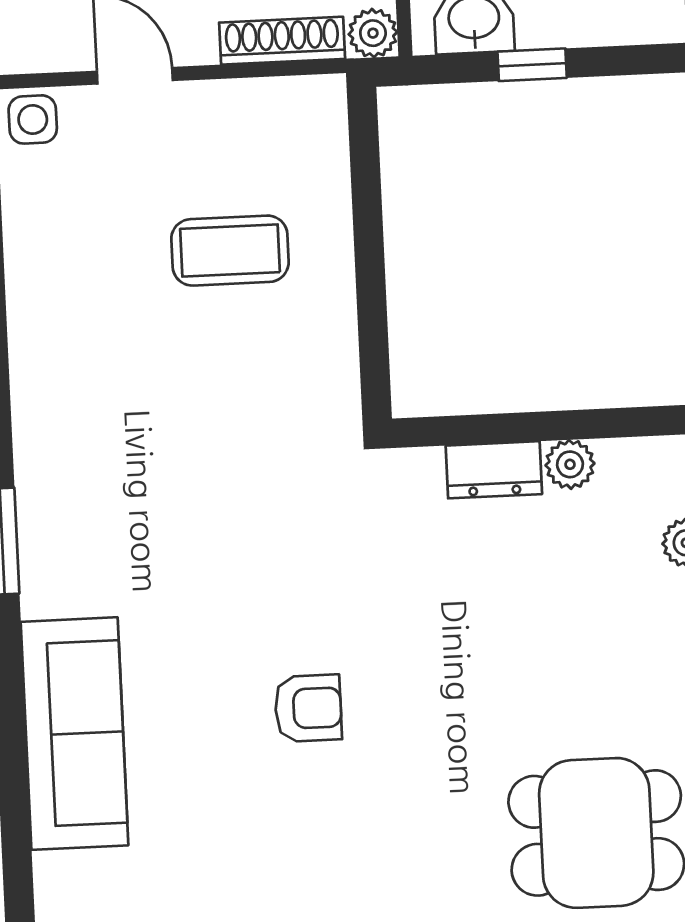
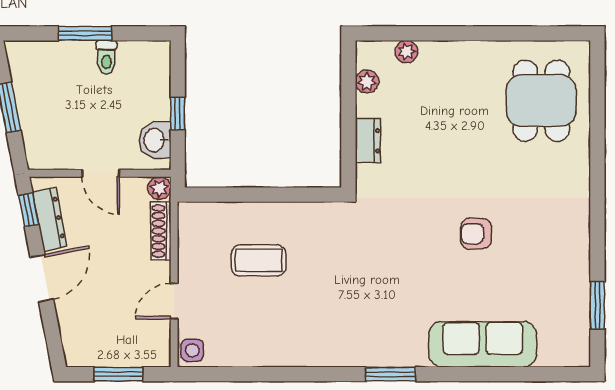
coffee table: (230, 251) -> (259, 260), turned 90
plant: (570, 464) -> (367, 82), moved
armchair: (308, 708) -> (476, 234), turned -90

